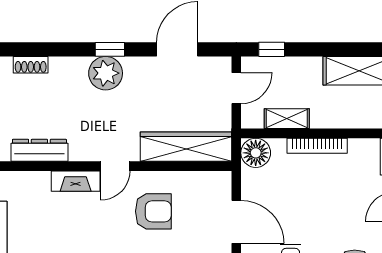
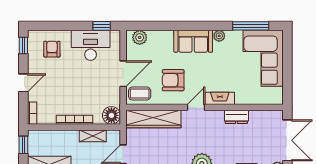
dresser: (39, 150) -> (236, 117), width x0.70
coffee table: (209, 189) -> (140, 94), added
door: (236, 222) -> (123, 74), swing flipped

